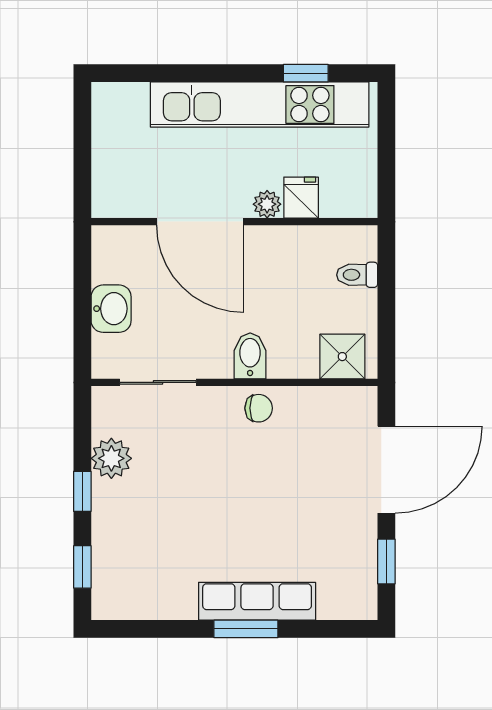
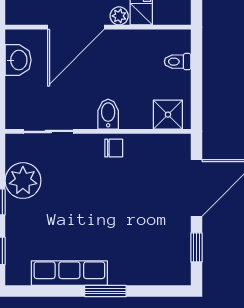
door: (200, 222) -> (76, 27), hinge flipped
washbasin: (111, 309) -> (18, 60), moved
plant: (111, 458) -> (23, 181), width x1.36, depth x1.36
row of seats: (257, 601) -> (69, 273), moved

